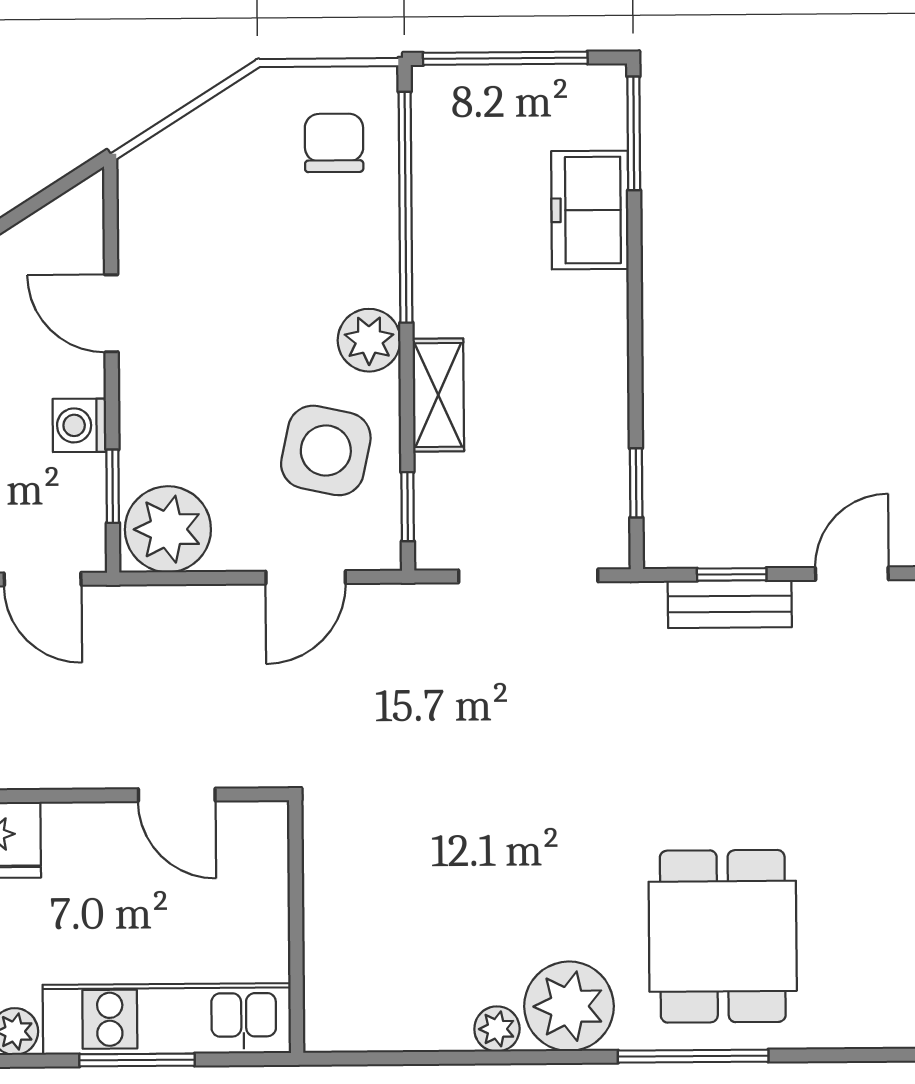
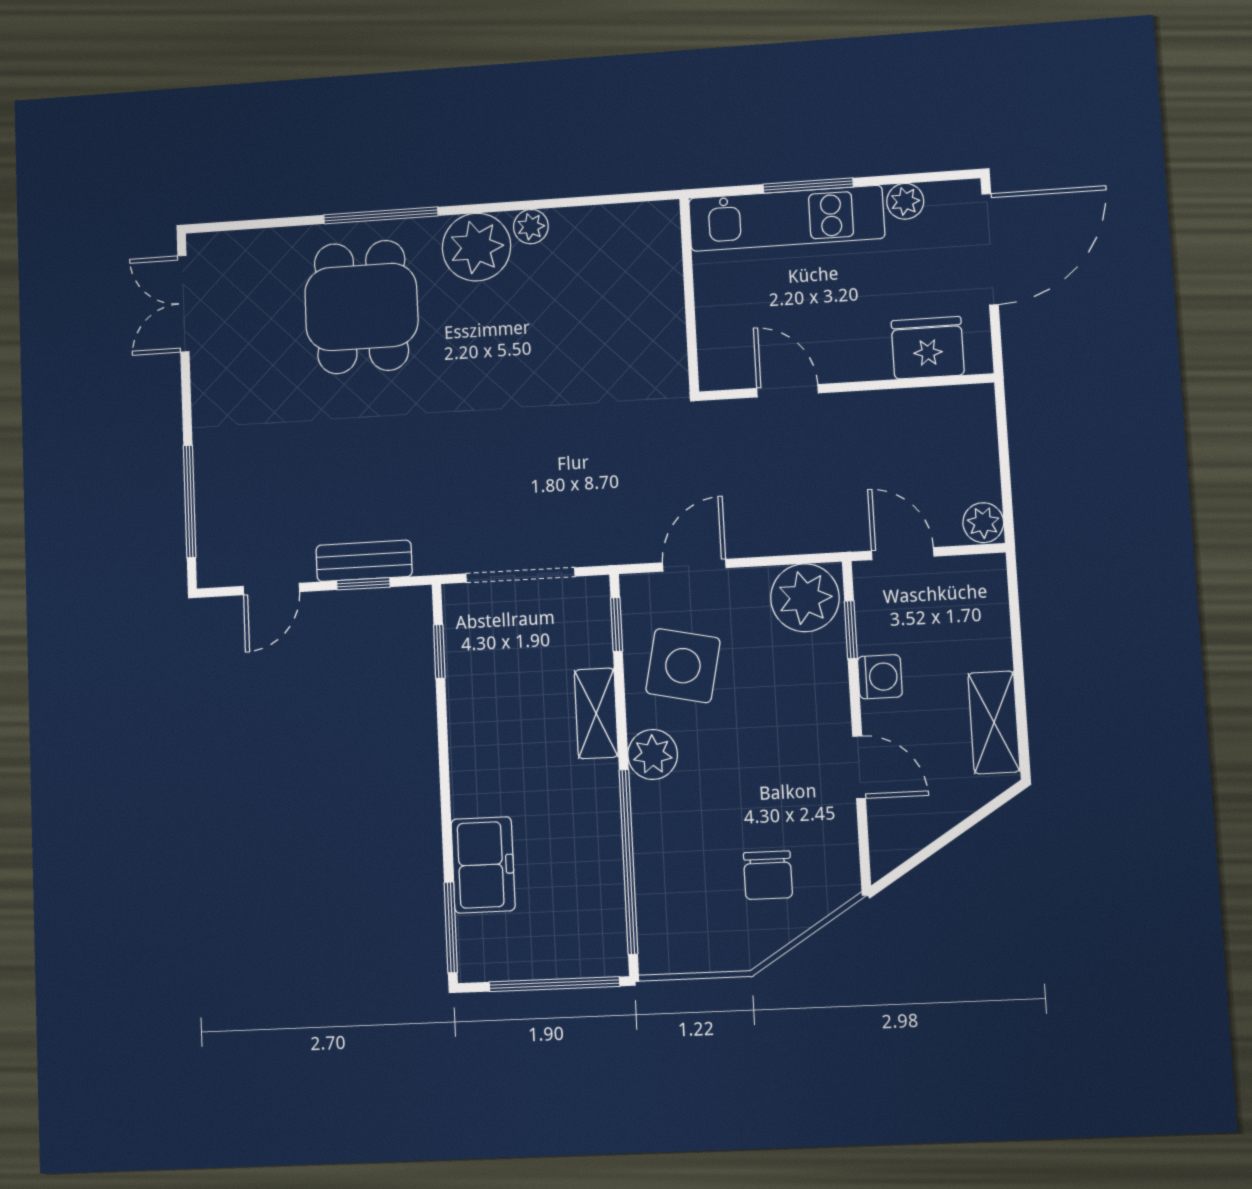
chair: (334, 143) -> (768, 875), moved

